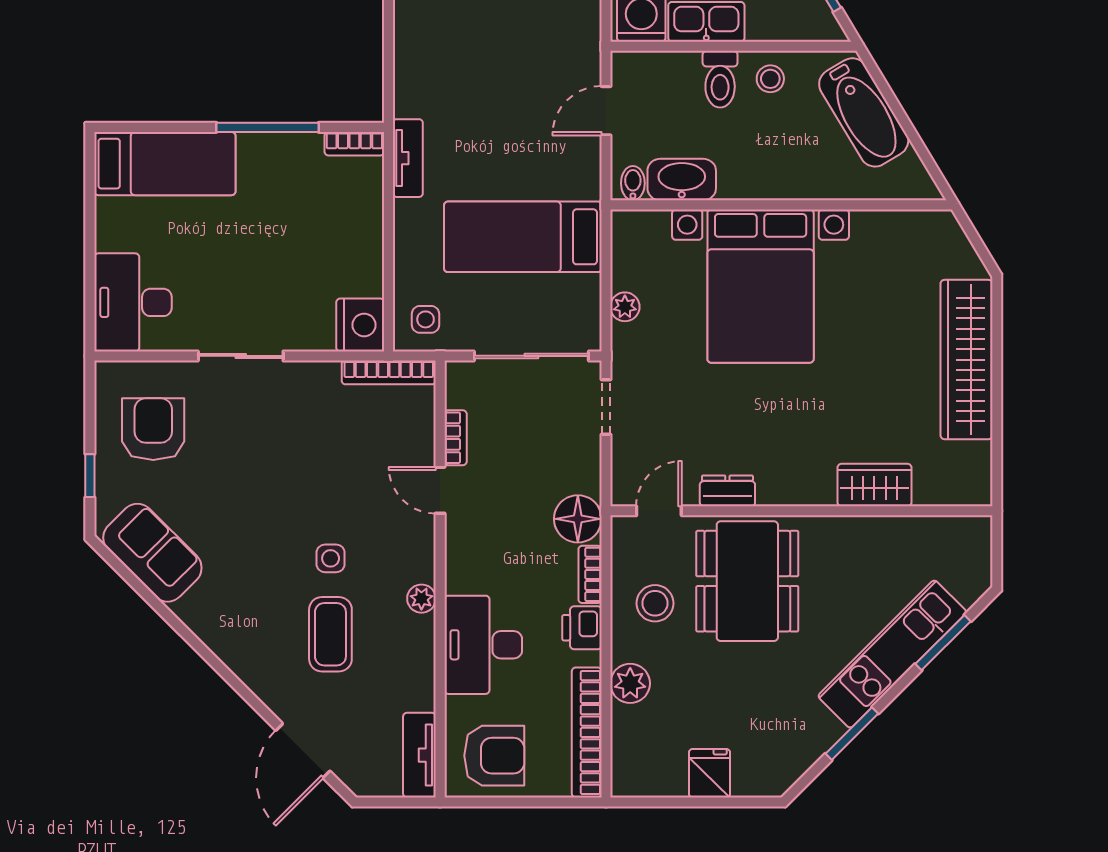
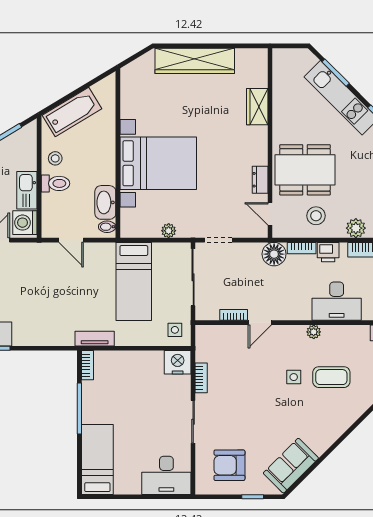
bookcase: (389, 372) -> (201, 378), moved, width x0.64

